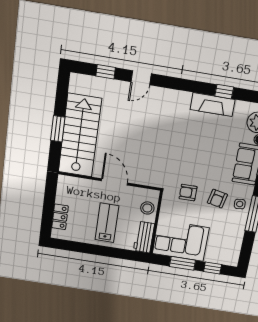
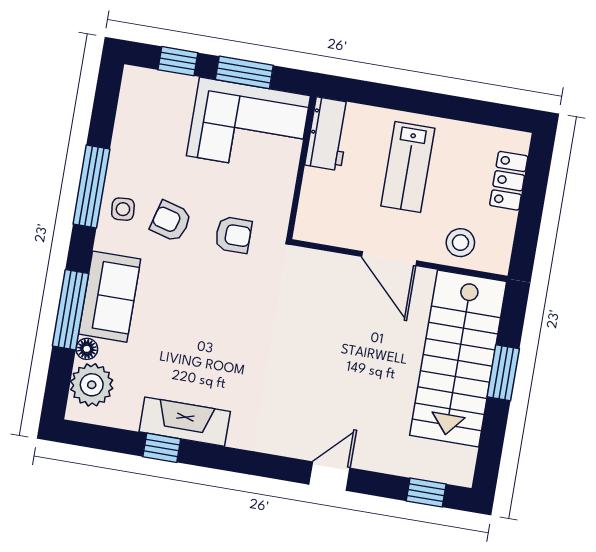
window: (106, 72) -> (426, 493), moved
armchair: (217, 199) -> (171, 221), turned -87
stool: (147, 208) -> (460, 243), moved

